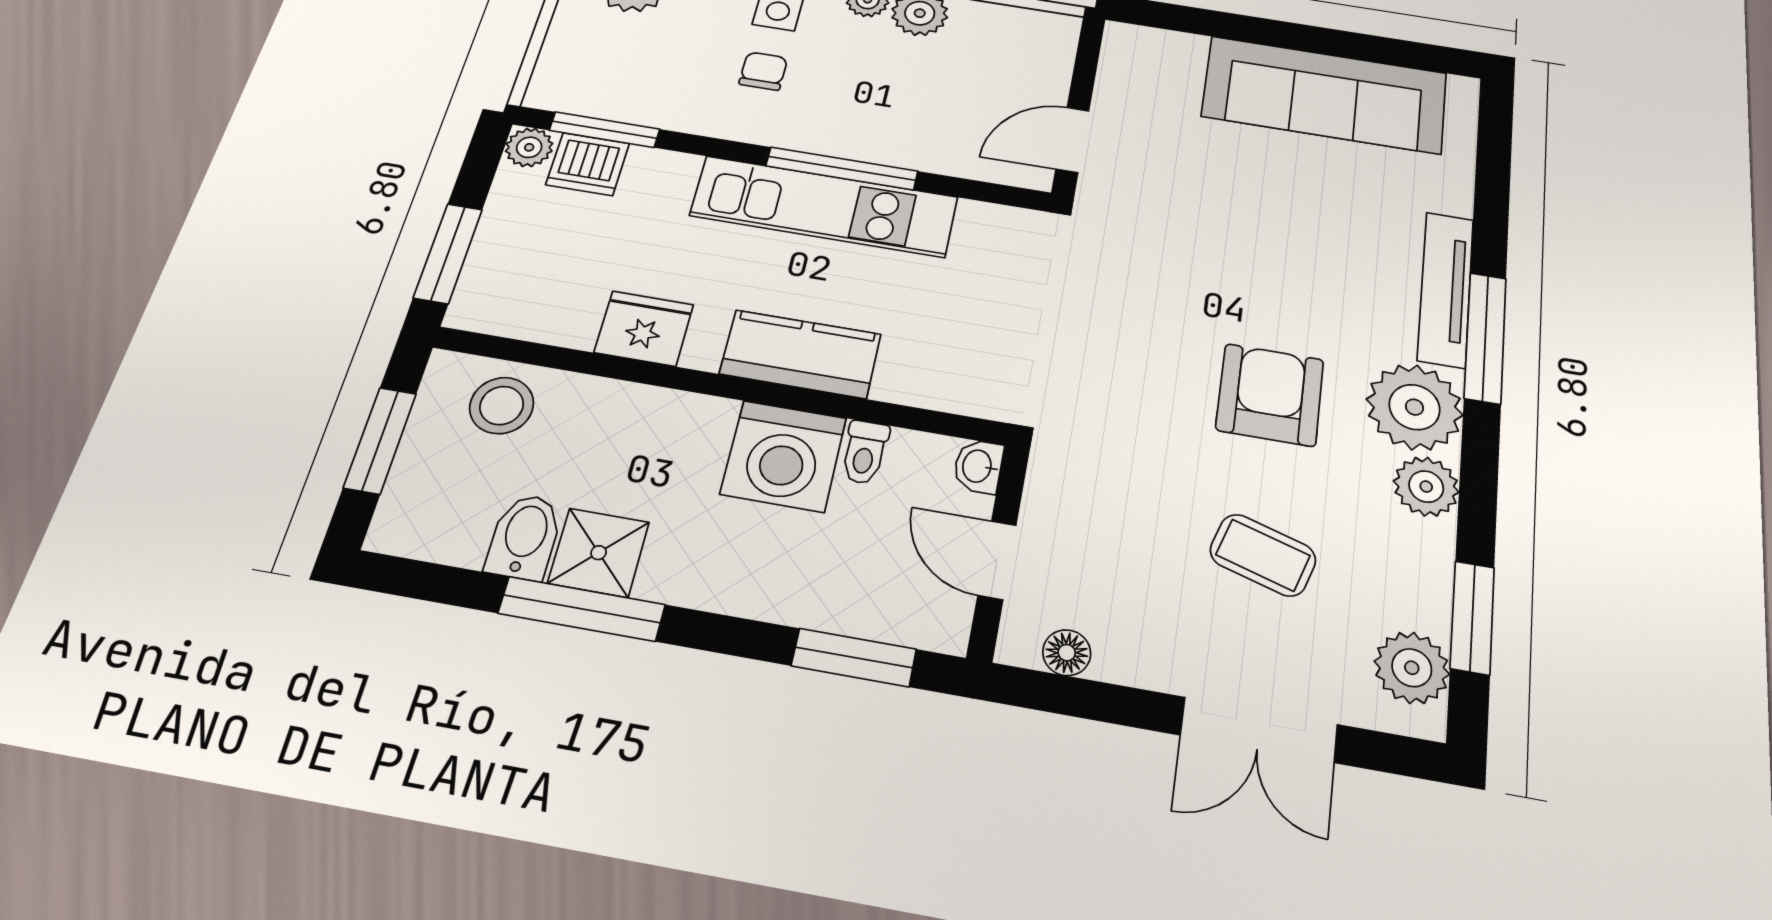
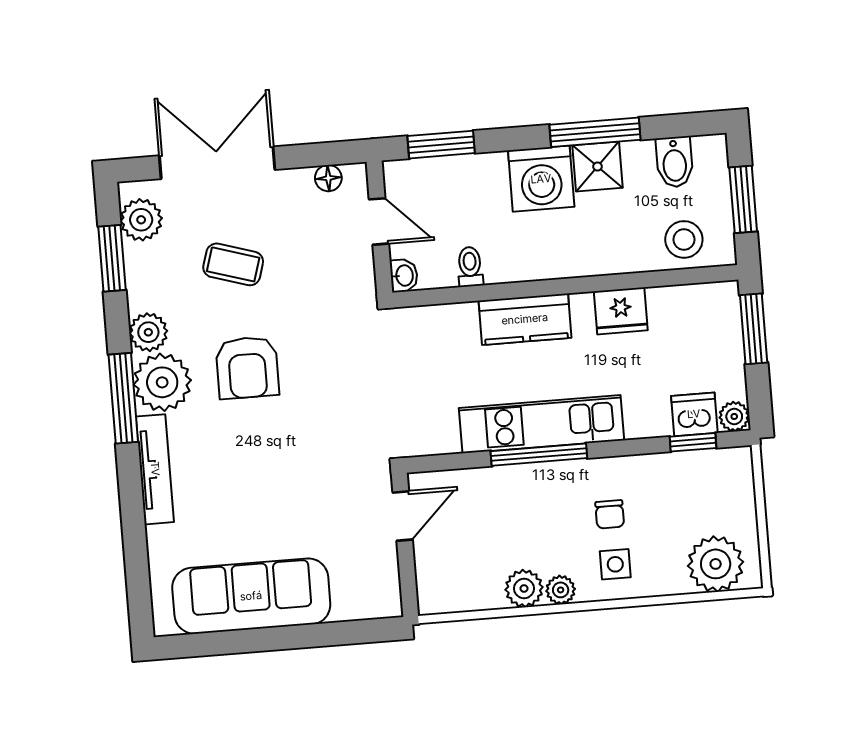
window: (605, 130) -> (693, 442), width x0.67
window: (1485, 338) -> (123, 398), moved
washing machine: (784, 456) -> (541, 179), moved, turned 180
bidet: (525, 537) -> (675, 162), moved
double door: (1259, 730) -> (217, 163), width x1.37

